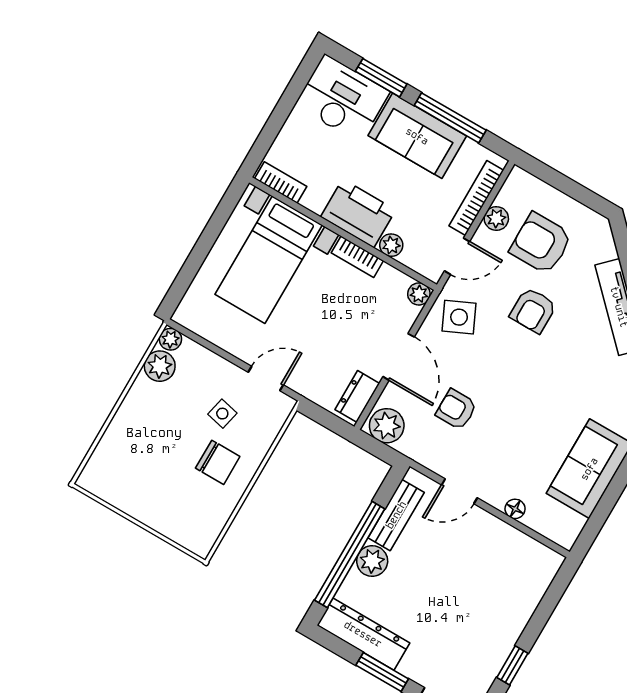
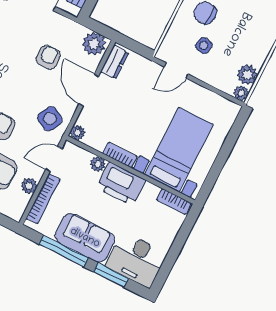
side table: (459, 317) -> (50, 119), turned -36
armchair: (456, 409) -> (48, 57), turned -90

